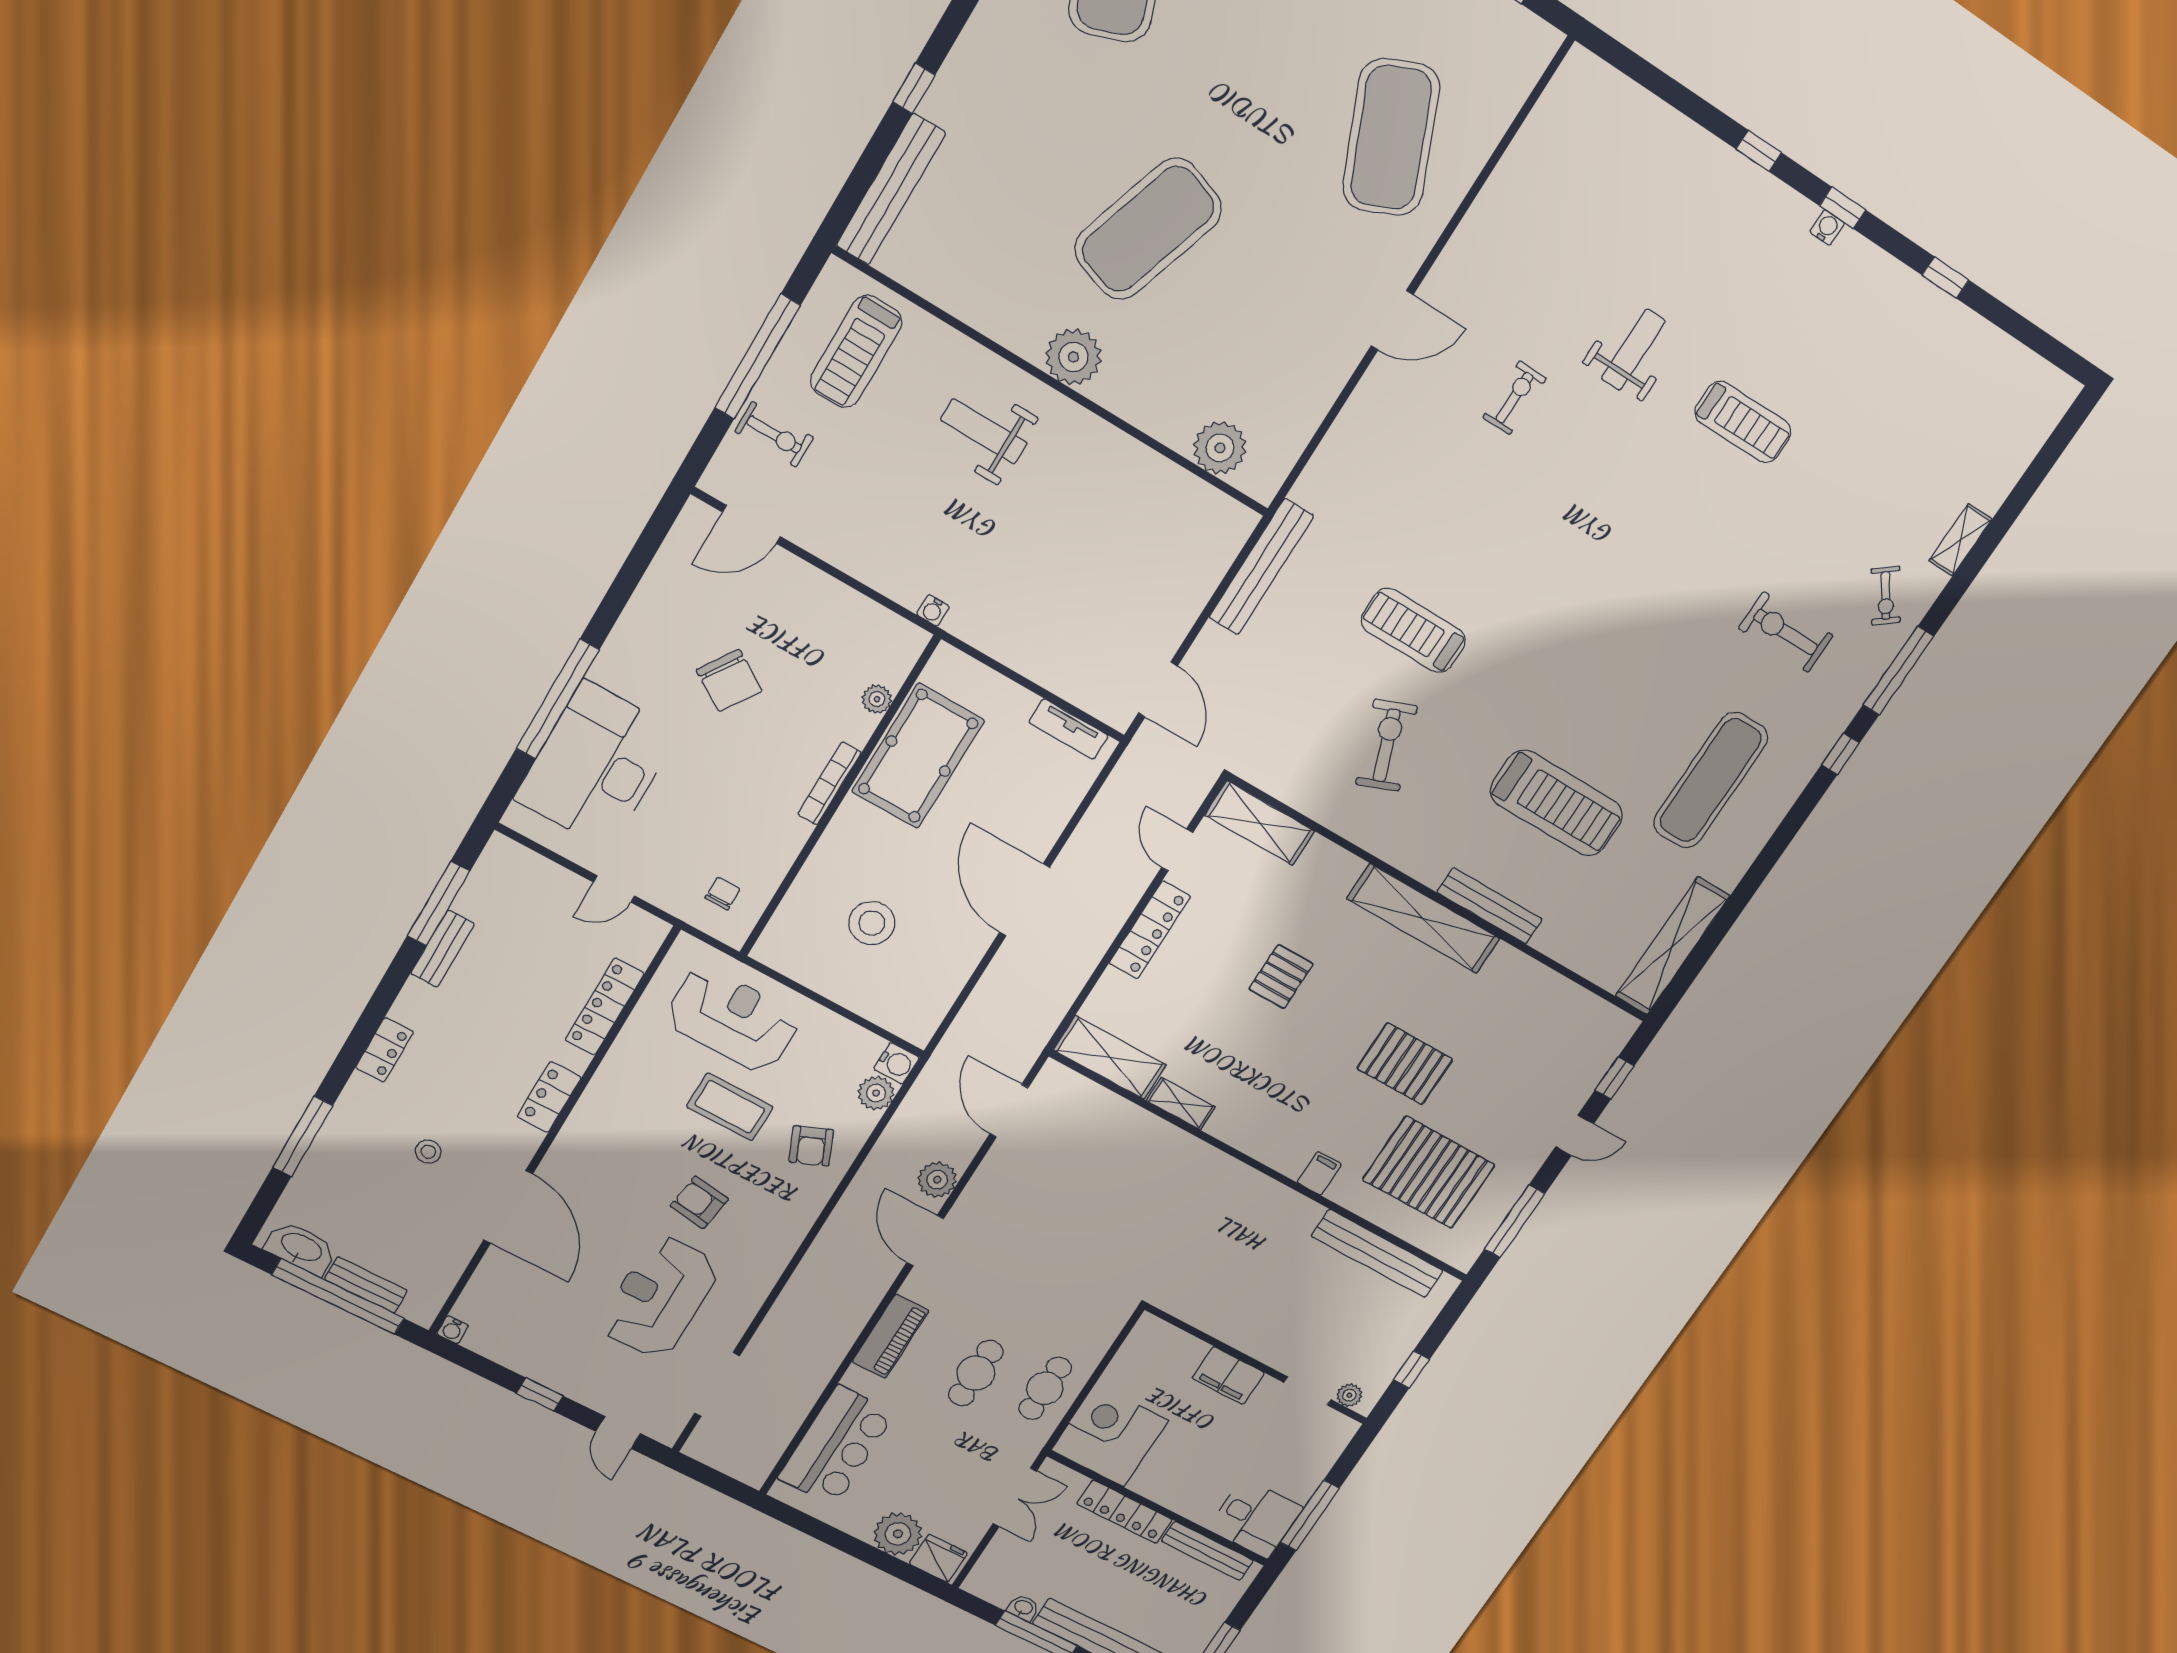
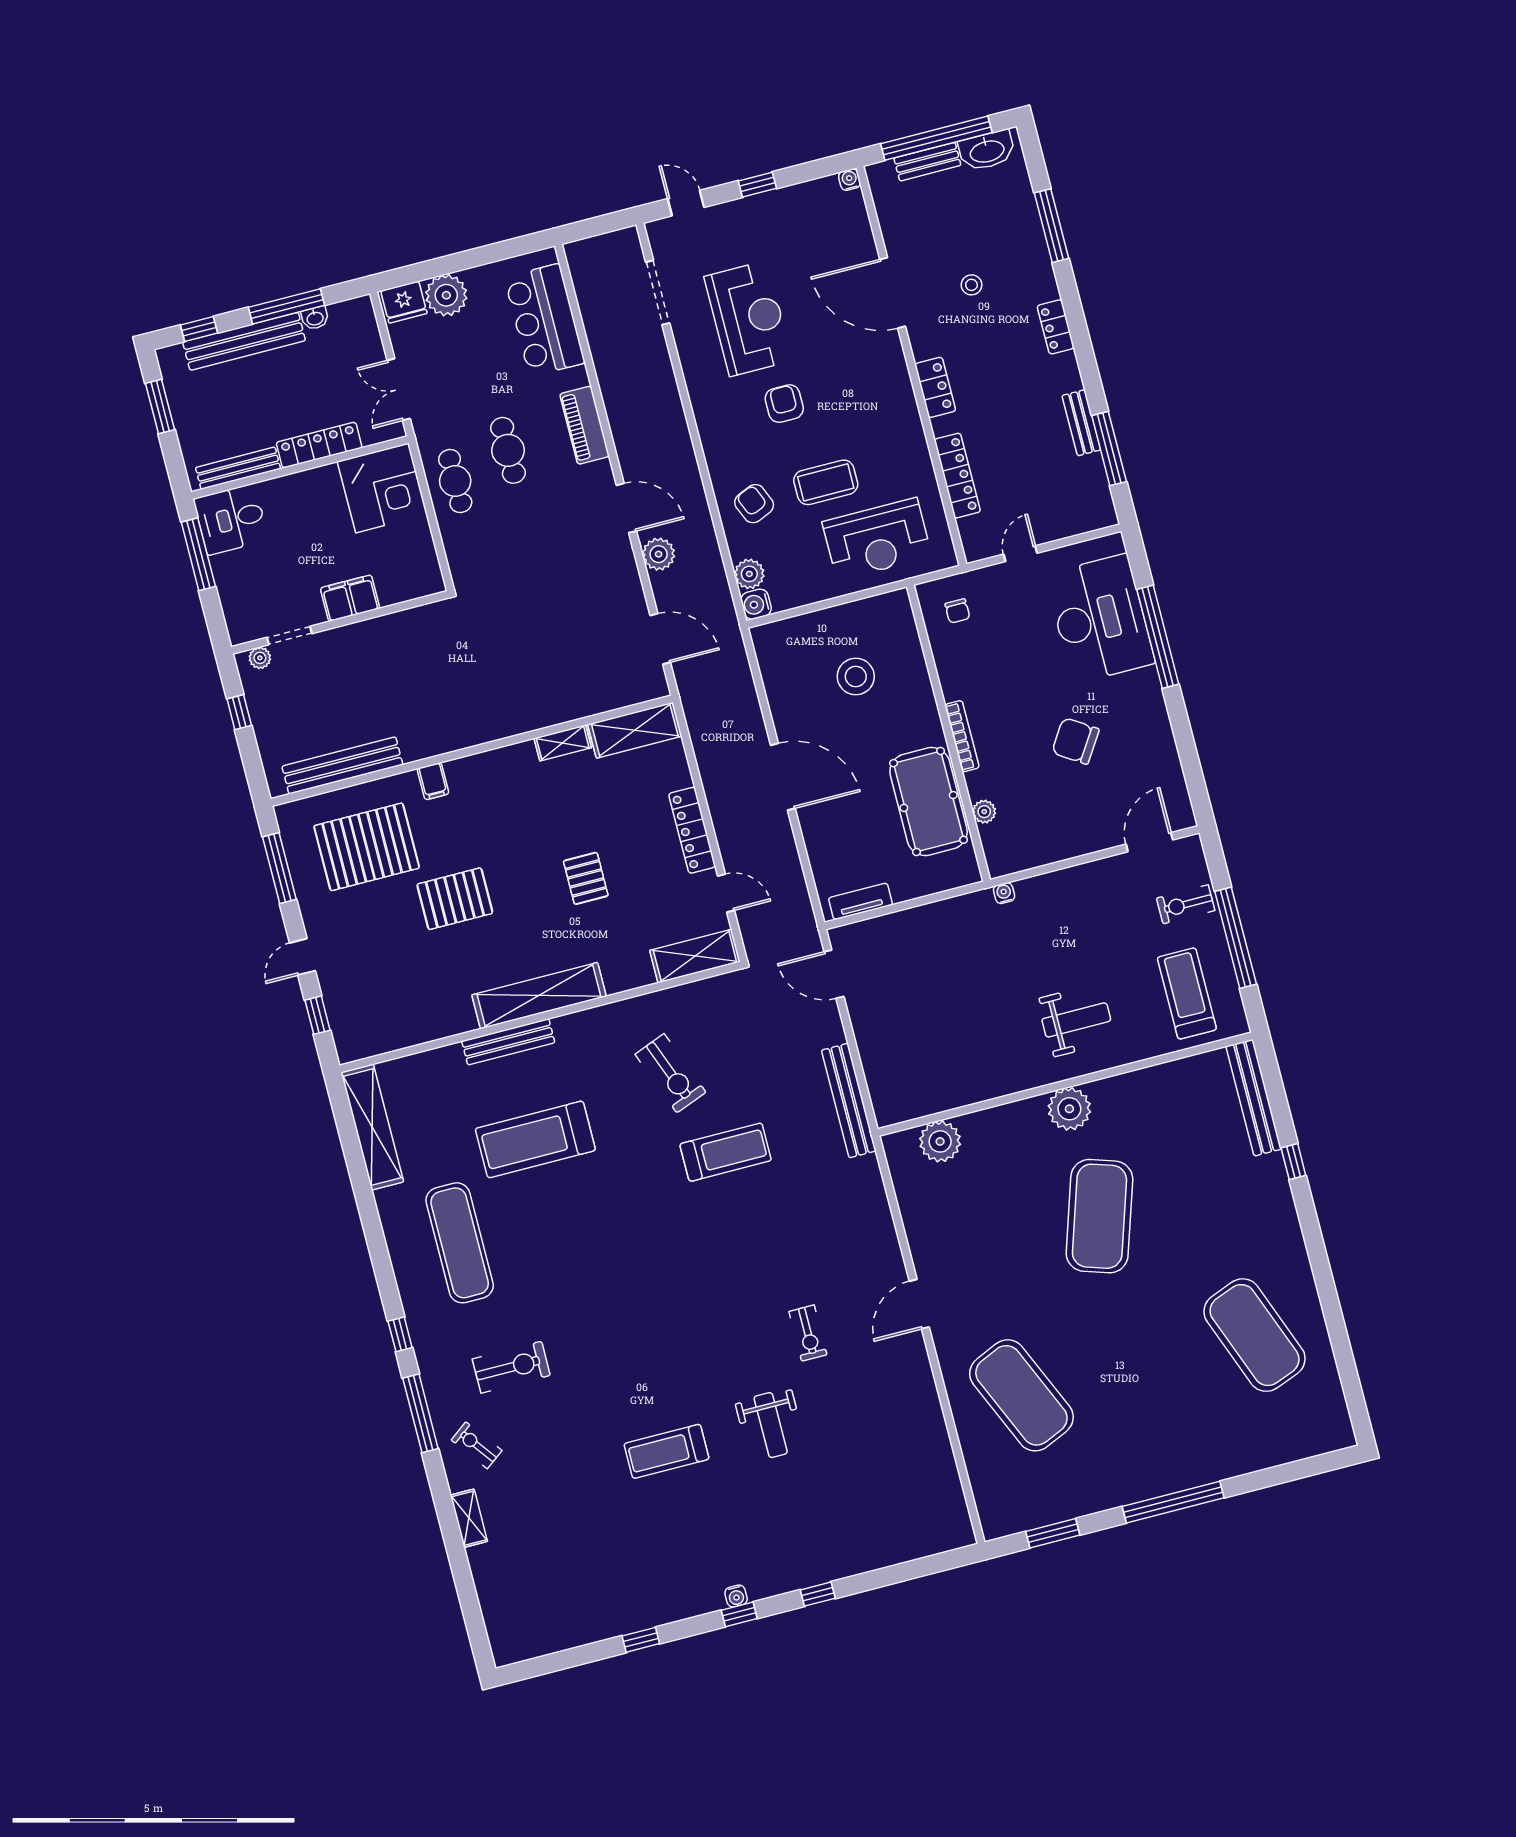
armchair: (699, 1202) -> (784, 404), turned -98

